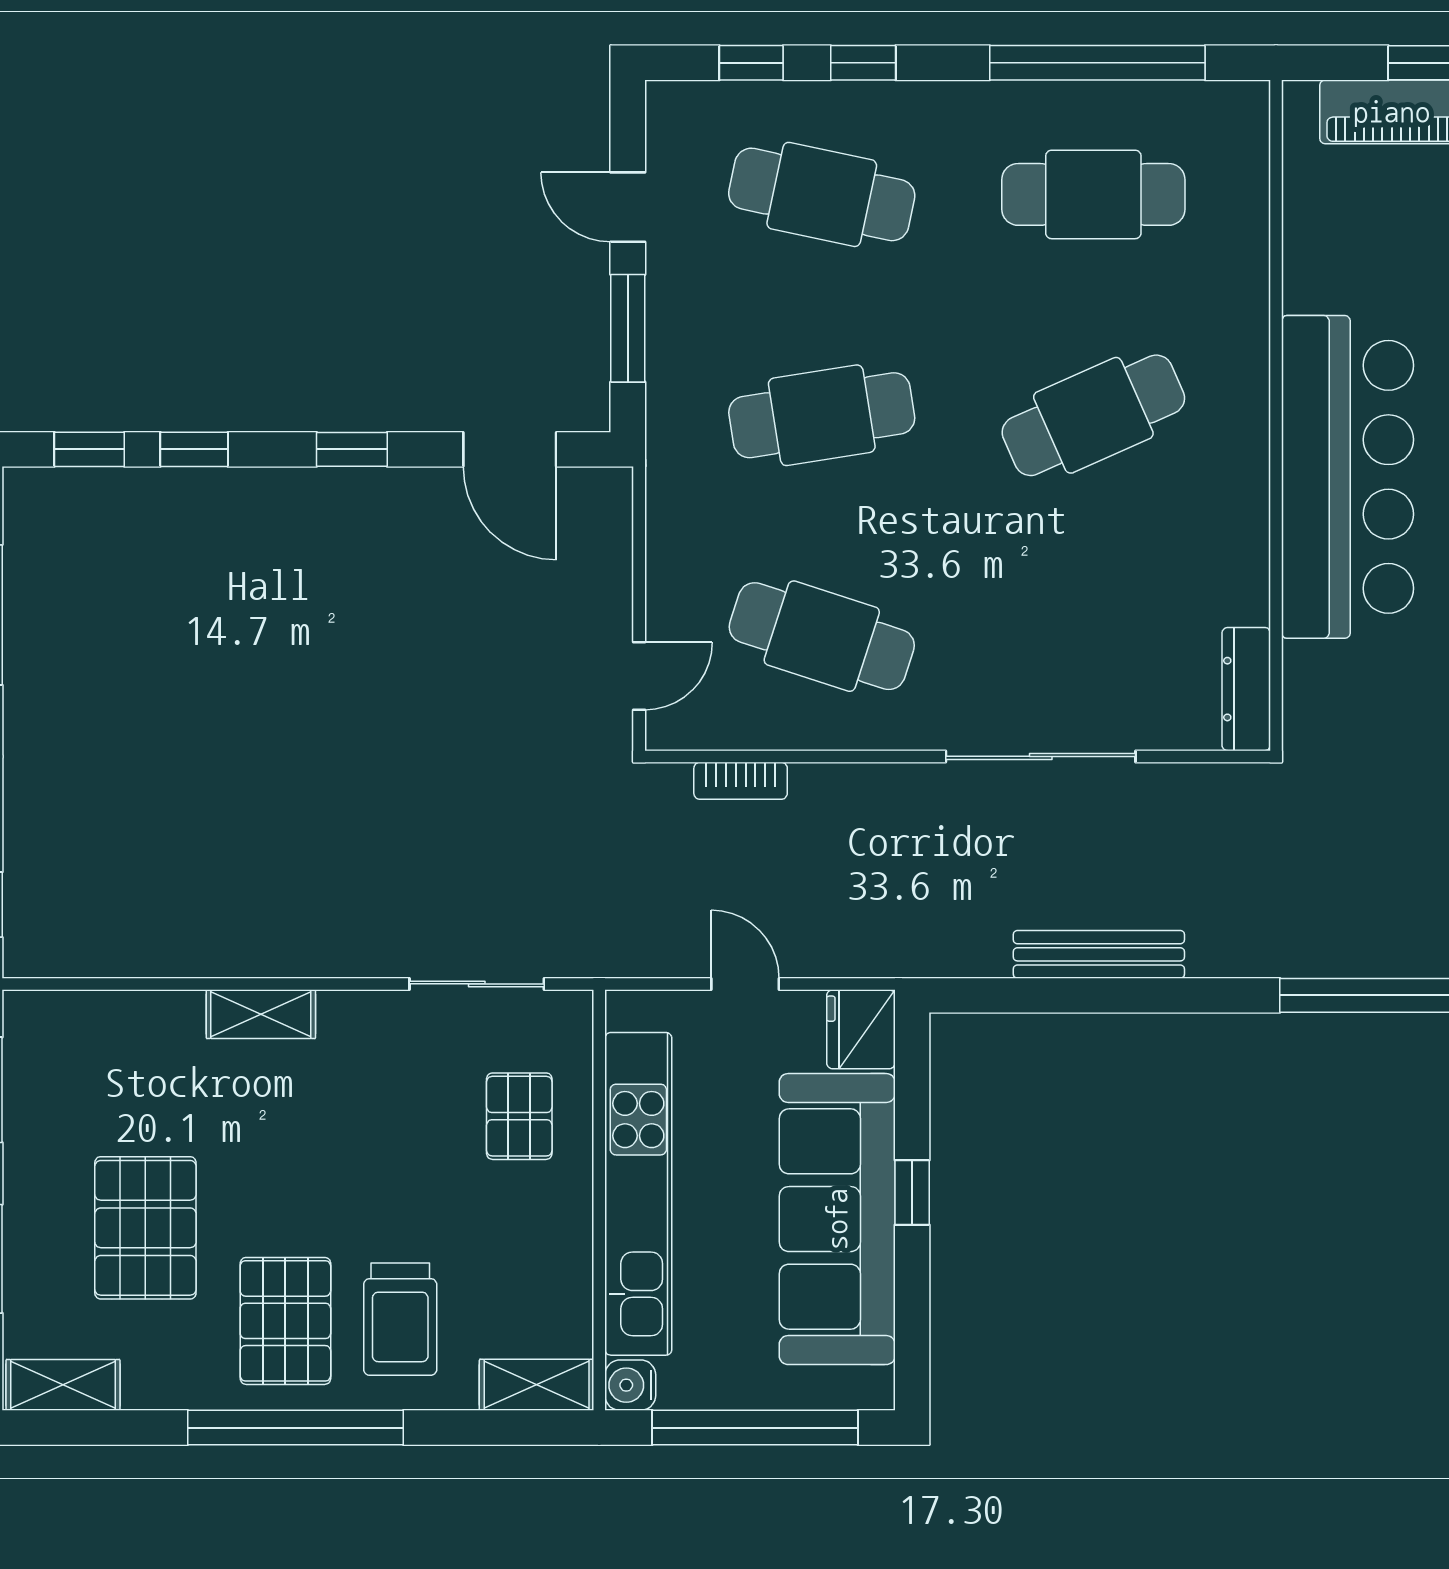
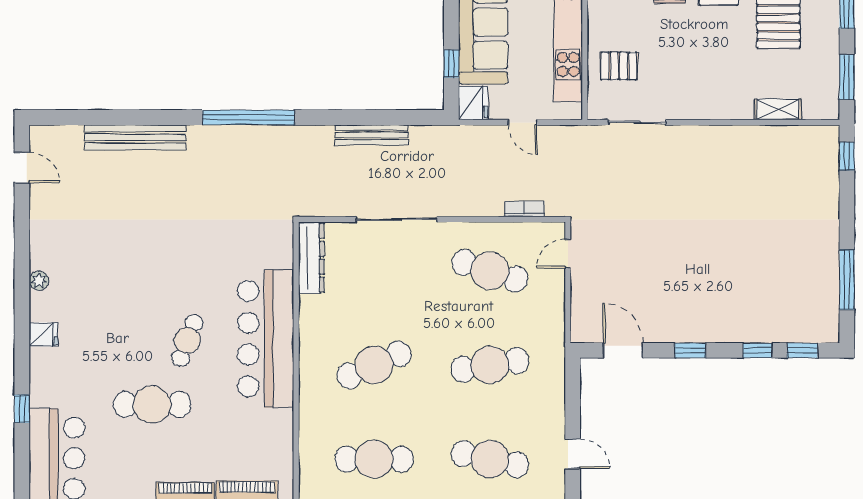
window: (628, 328) -> (573, 402), removed
dresser: (1246, 689) -> (311, 258), width x1.37, depth x1.24
shelving: (261, 1014) -> (778, 109), moved
pallet: (519, 1116) -> (619, 66), turned 90
window: (912, 1193) -> (451, 64), moved

